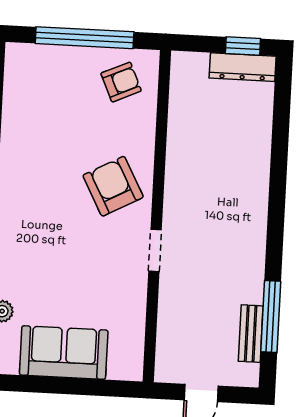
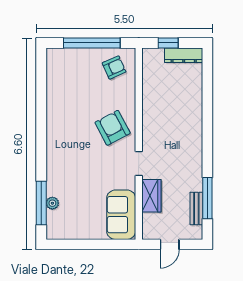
window: (243, 46) -> (168, 43), moved
wardrobe: (174, 307) -> (151, 196), added
sofa: (64, 353) -> (121, 215), moved, turned -90

